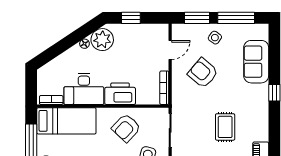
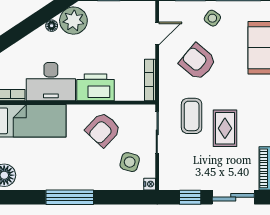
coffee table: (198, 117) -> (192, 116), added

